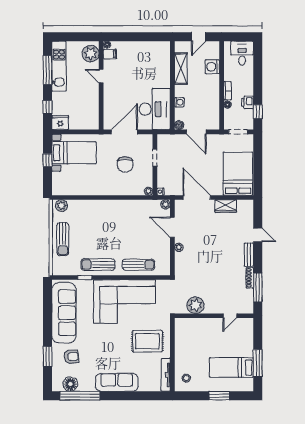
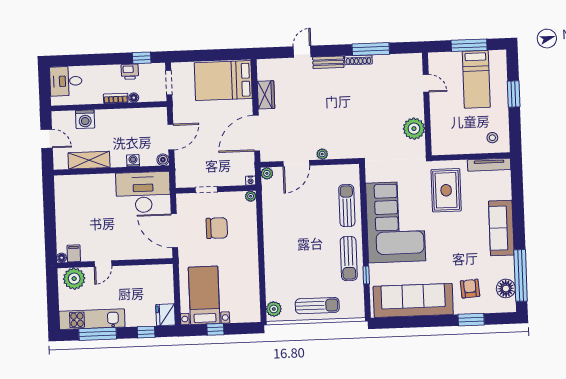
plant: (196, 305) -> (414, 129), moved
wall: (214, 316) -> (427, 104), moved
door: (230, 316) -> (426, 83), moved

